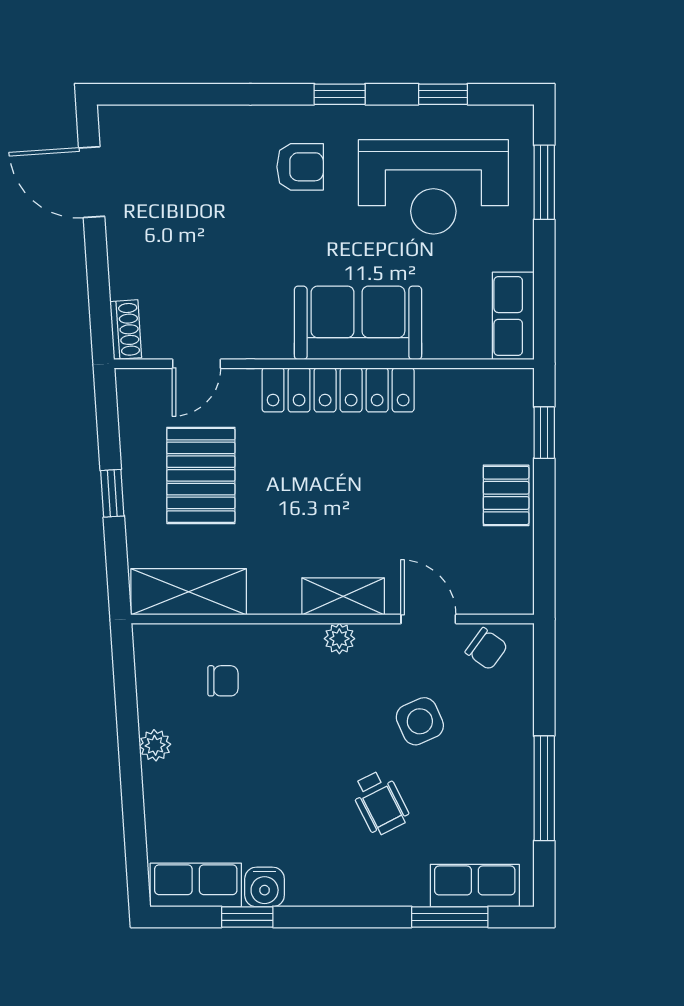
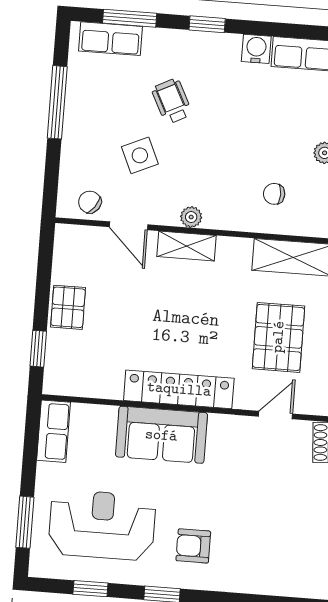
window: (247, 917) -> (207, 24), moved

